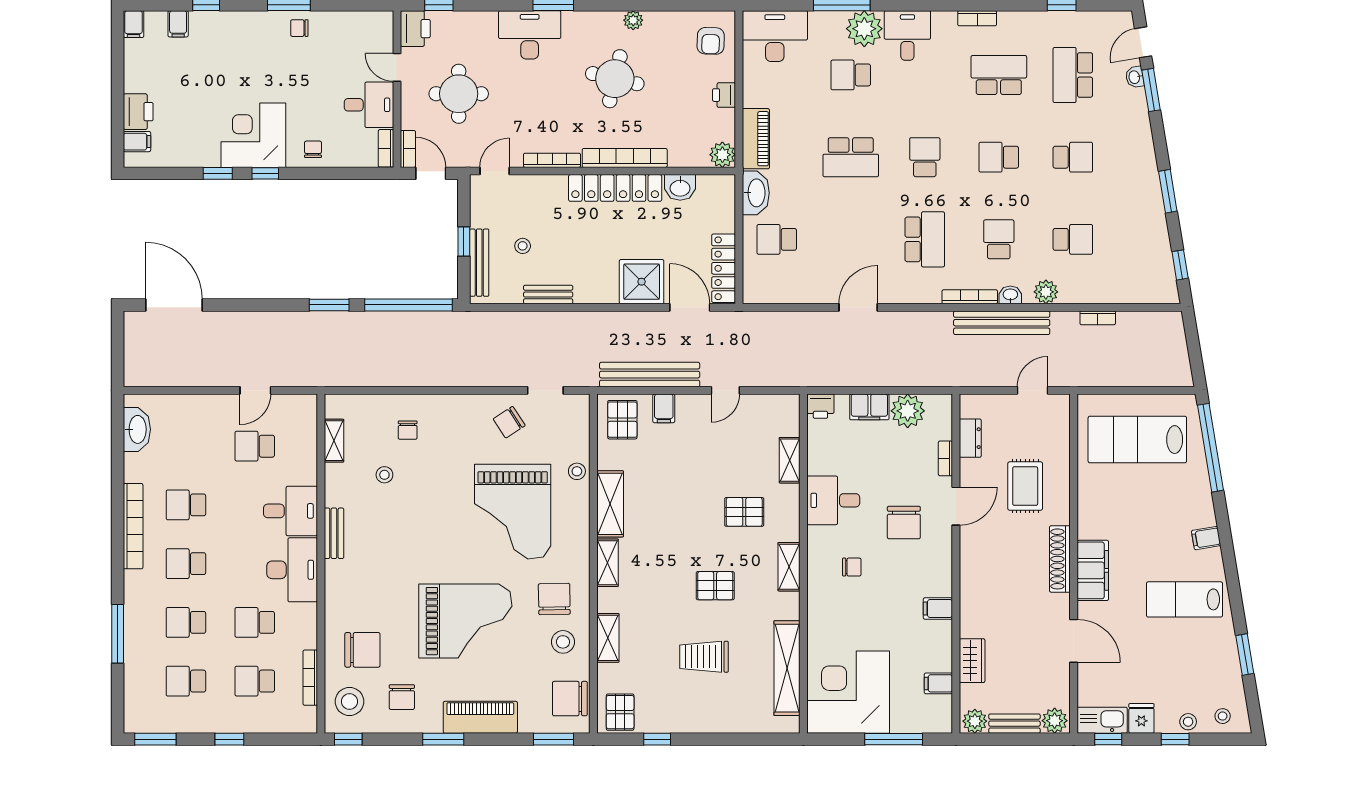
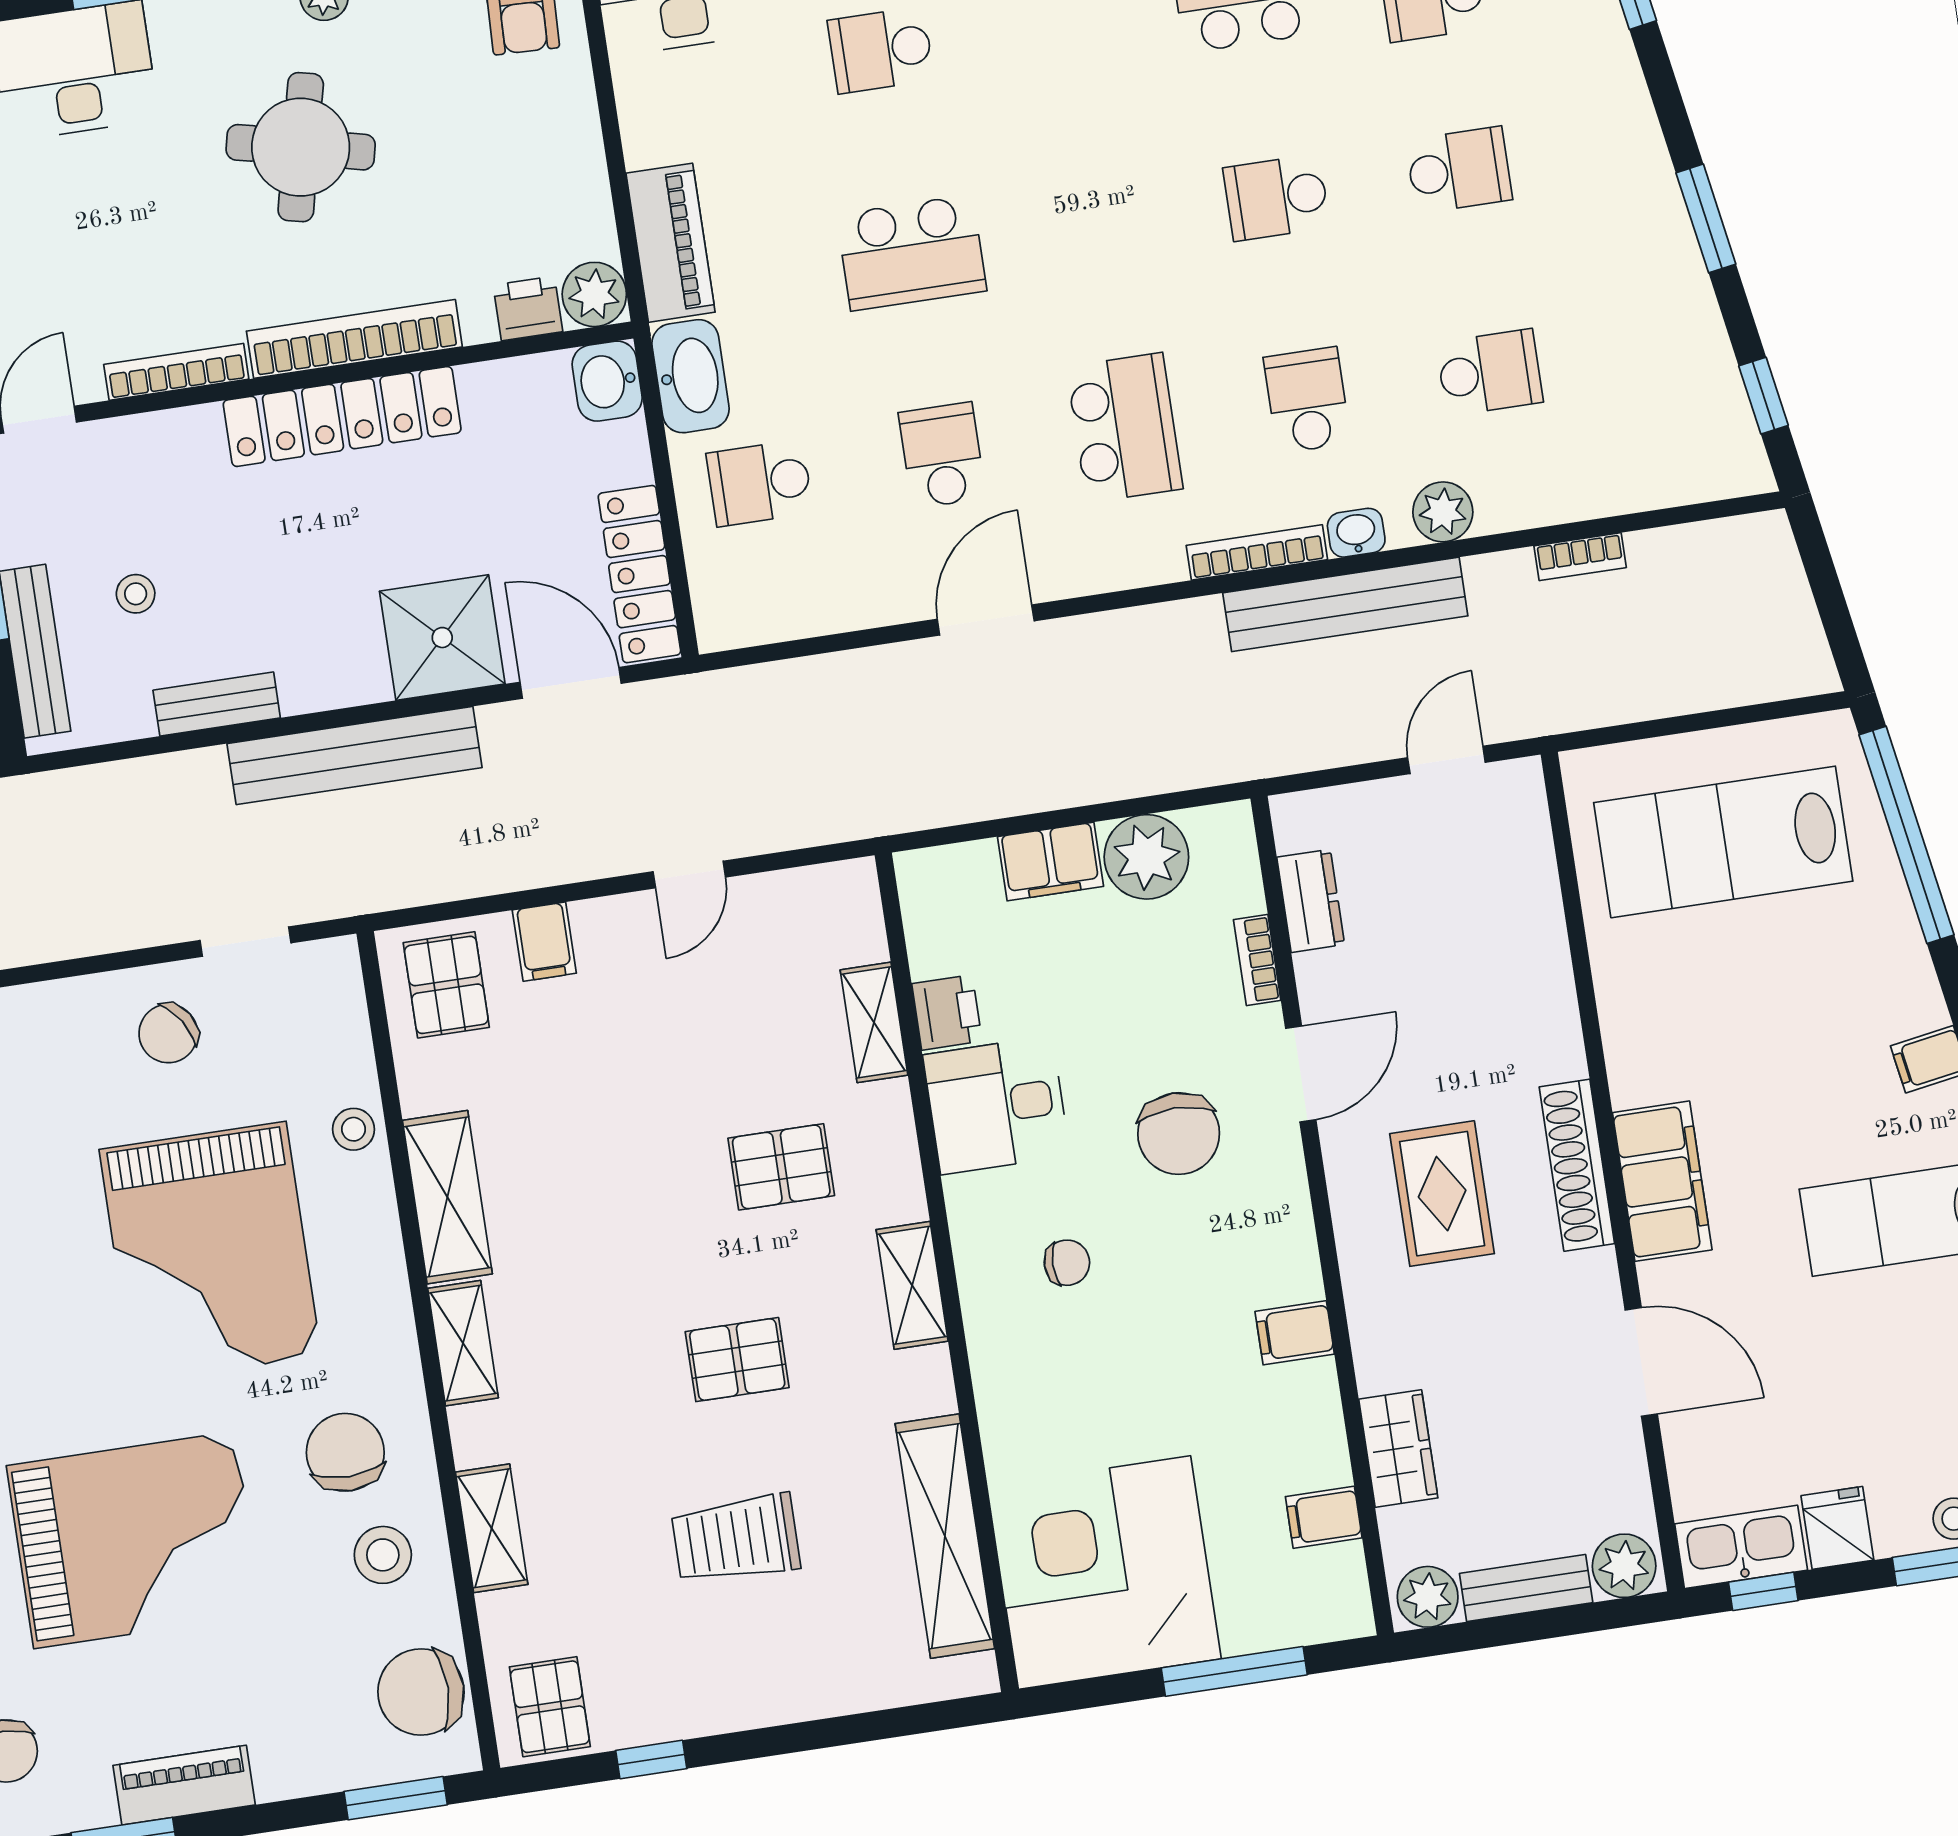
printer: (724, 95) -> (528, 308), moved, turned 90
school desk: (925, 157) -> (942, 455), moved
washbasin: (680, 187) -> (607, 381), moved, turned 90
bench: (650, 375) -> (355, 756), moved
printer: (820, 406) -> (947, 1012), moved, turned -90
rug: (1025, 486) -> (1442, 1194), moved
piano: (480, 717) -> (184, 1785), width x0.73, depth x0.75

